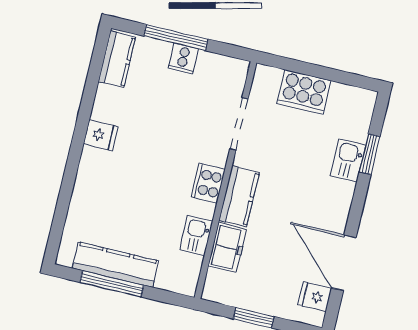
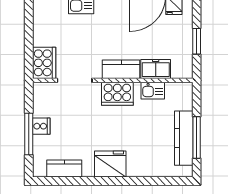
kitchen counter: (117, 59) -> (64, 169), moved
cooker: (304, 92) -> (44, 63), moved
fridge: (101, 135) -> (110, 164), width x1.88, depth x1.34
cooker: (208, 183) -> (117, 94), width x1.37, depth x1.31

